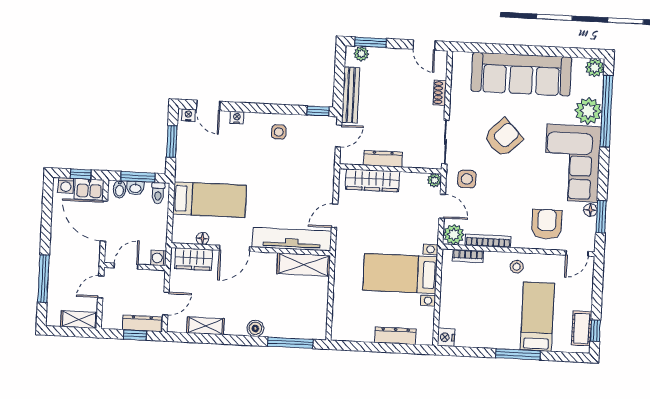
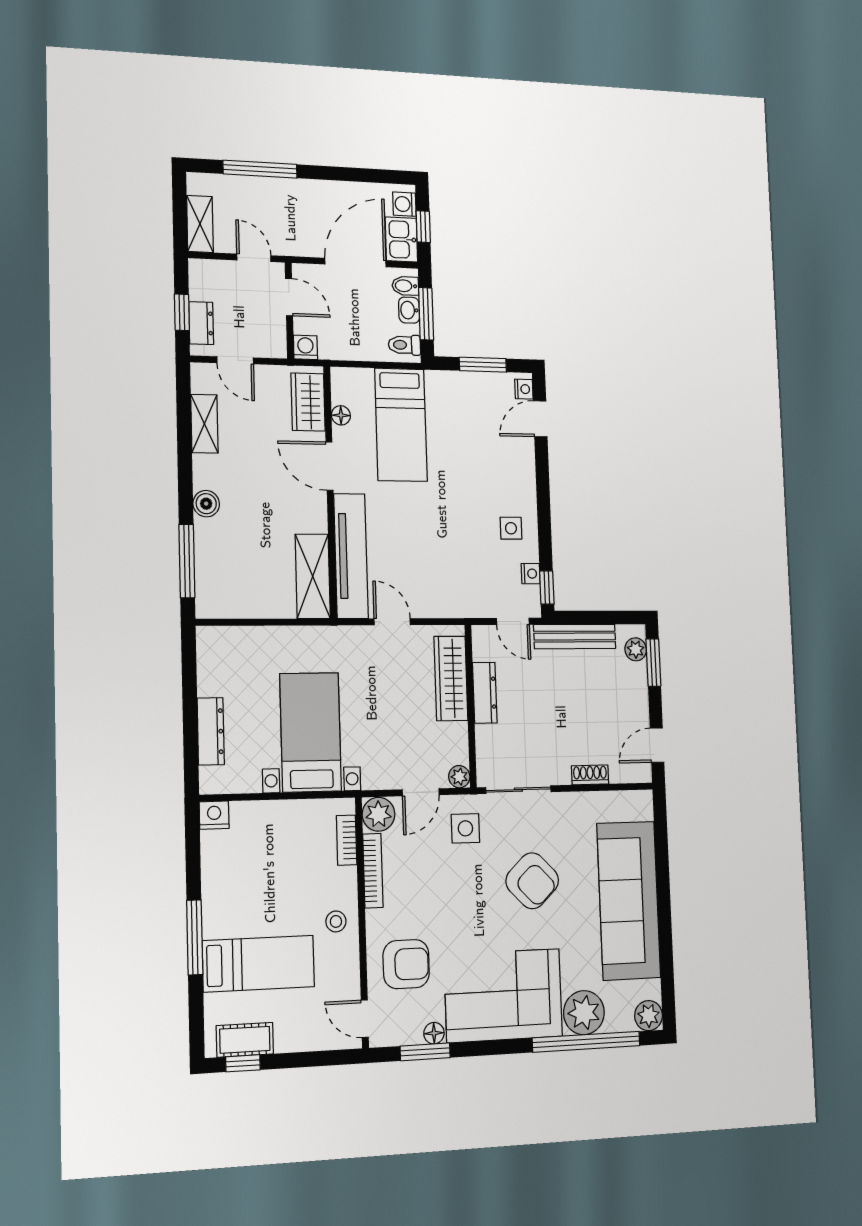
nightstand: (237, 118) -> (531, 574), moved
dresser: (142, 323) -> (201, 323), width x0.70

